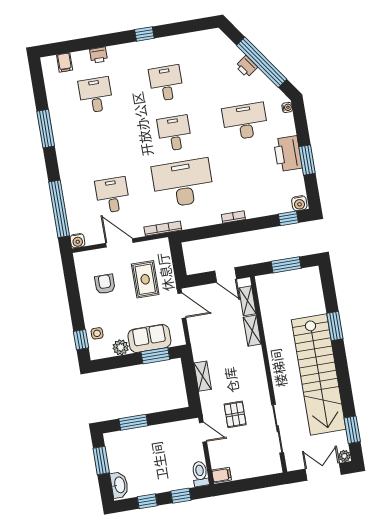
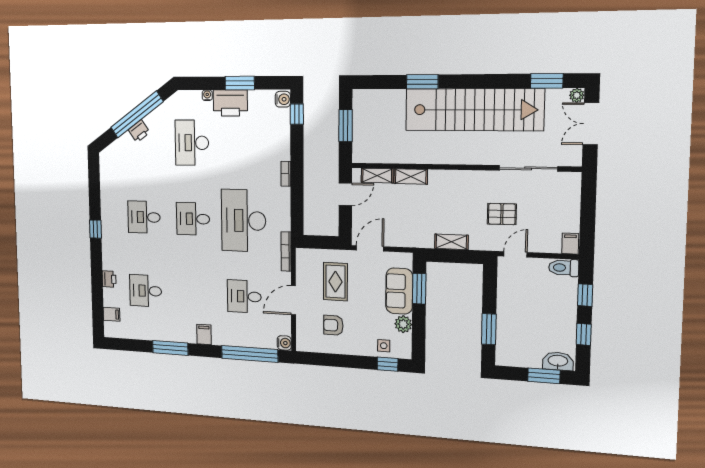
water cooler: (287, 107) -> (207, 95), moved
filing cabinet: (67, 161) -> (204, 334), added
rug: (145, 279) -> (335, 282), turned 90
window: (101, 460) -> (544, 376), moved

